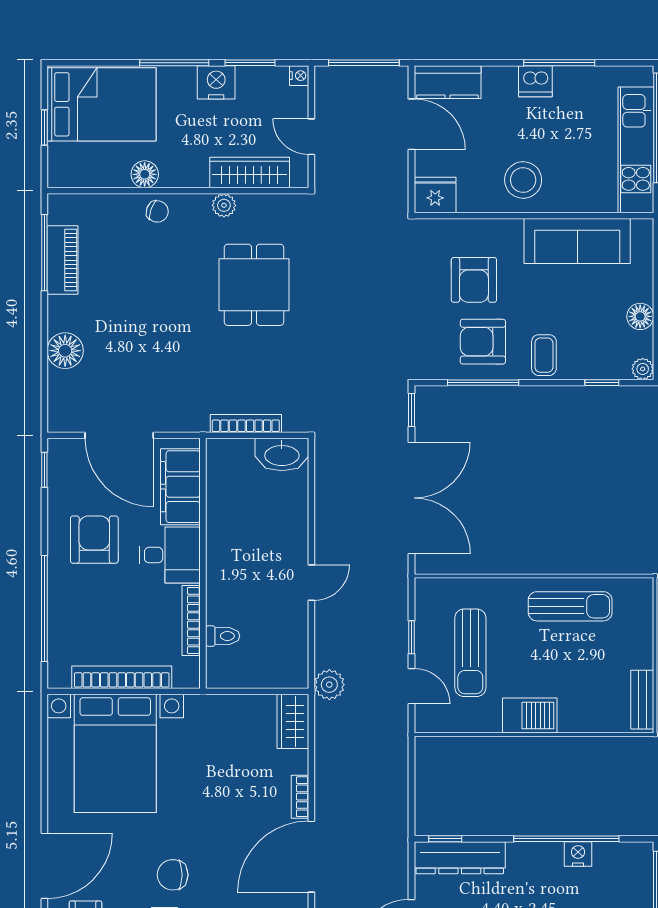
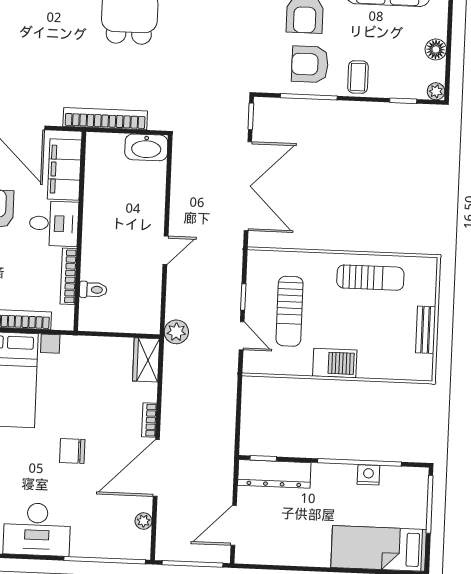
bookcase: (246, 424) -> (105, 119), width x1.48, depth x1.31
bench: (642, 700) -> (426, 330), moved
chair: (173, 875) -> (72, 451), moved

